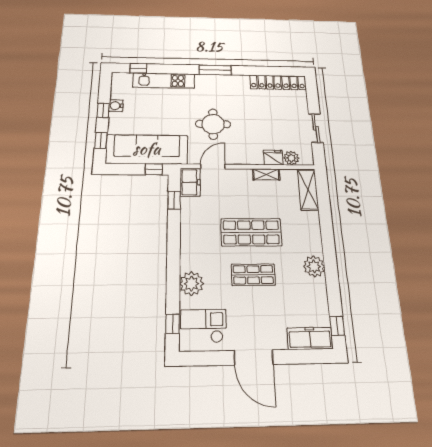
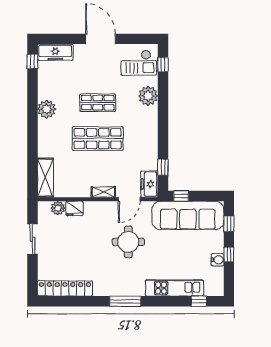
shelving: (266, 174) -> (103, 192), moved

